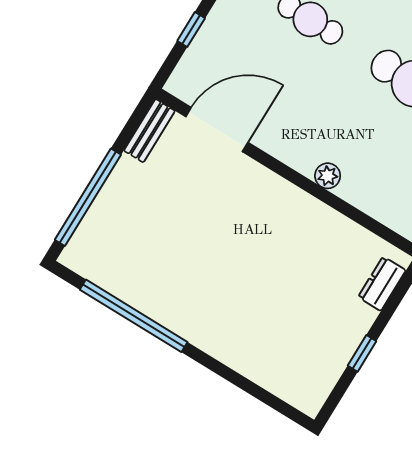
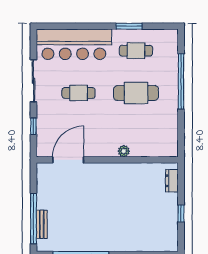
bench: (149, 131) -> (42, 224), moved

